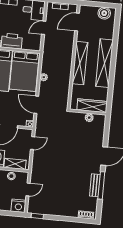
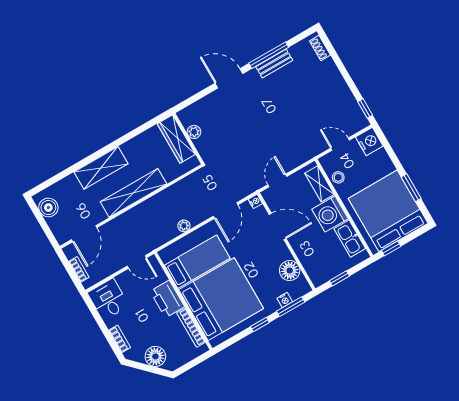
door: (77, 22) -> (84, 234), hinge flipped
door: (44, 28) -> (137, 262), moved
shelving: (104, 63) -> (101, 168), width x0.68
bed: (24, 71) -> (197, 262), width x0.67
door: (33, 143) -> (277, 180), hinge flipped

